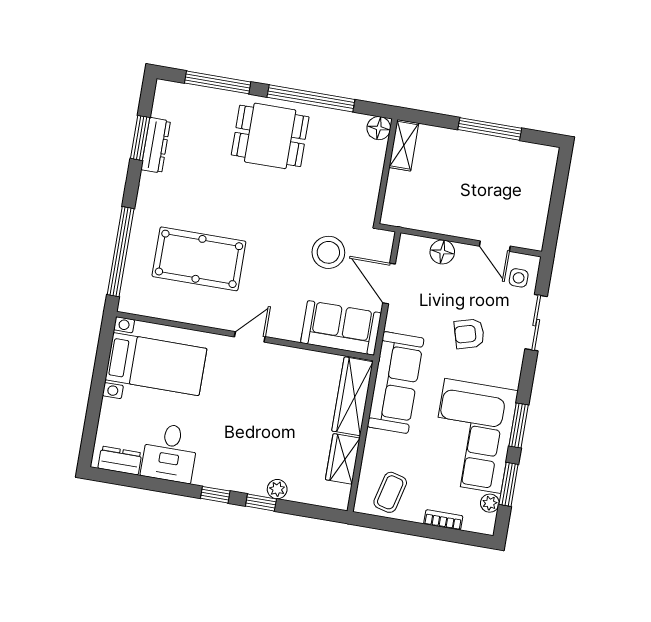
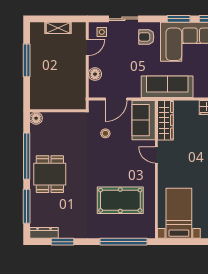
dresser: (156, 145) -> (44, 233), moved
shelving: (404, 145) -> (58, 28), moved
stool: (328, 252) -> (105, 133), width x0.53, depth x0.53
pool table: (199, 259) -> (120, 200), turned 90
armchair: (469, 334) -> (146, 37), moved, turned 106
door: (250, 337) -> (156, 155), moved
wardrobe: (352, 396) -> (165, 120), moved, turned -90

